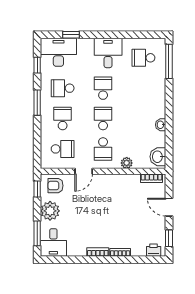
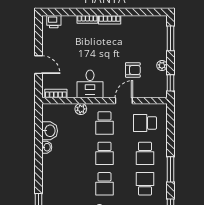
school desk: (63, 88) -> (145, 184), turned -90
school desk: (103, 149) -> (104, 123), turned 180
washbasin: (158, 157) -> (50, 131), moved
armchair: (55, 186) -> (133, 70), moved
plant: (50, 211) -> (162, 65), width x0.53, depth x0.53
window: (169, 238) -> (38, 34), removed
desk: (53, 243) -> (90, 84), moved, turned 180

